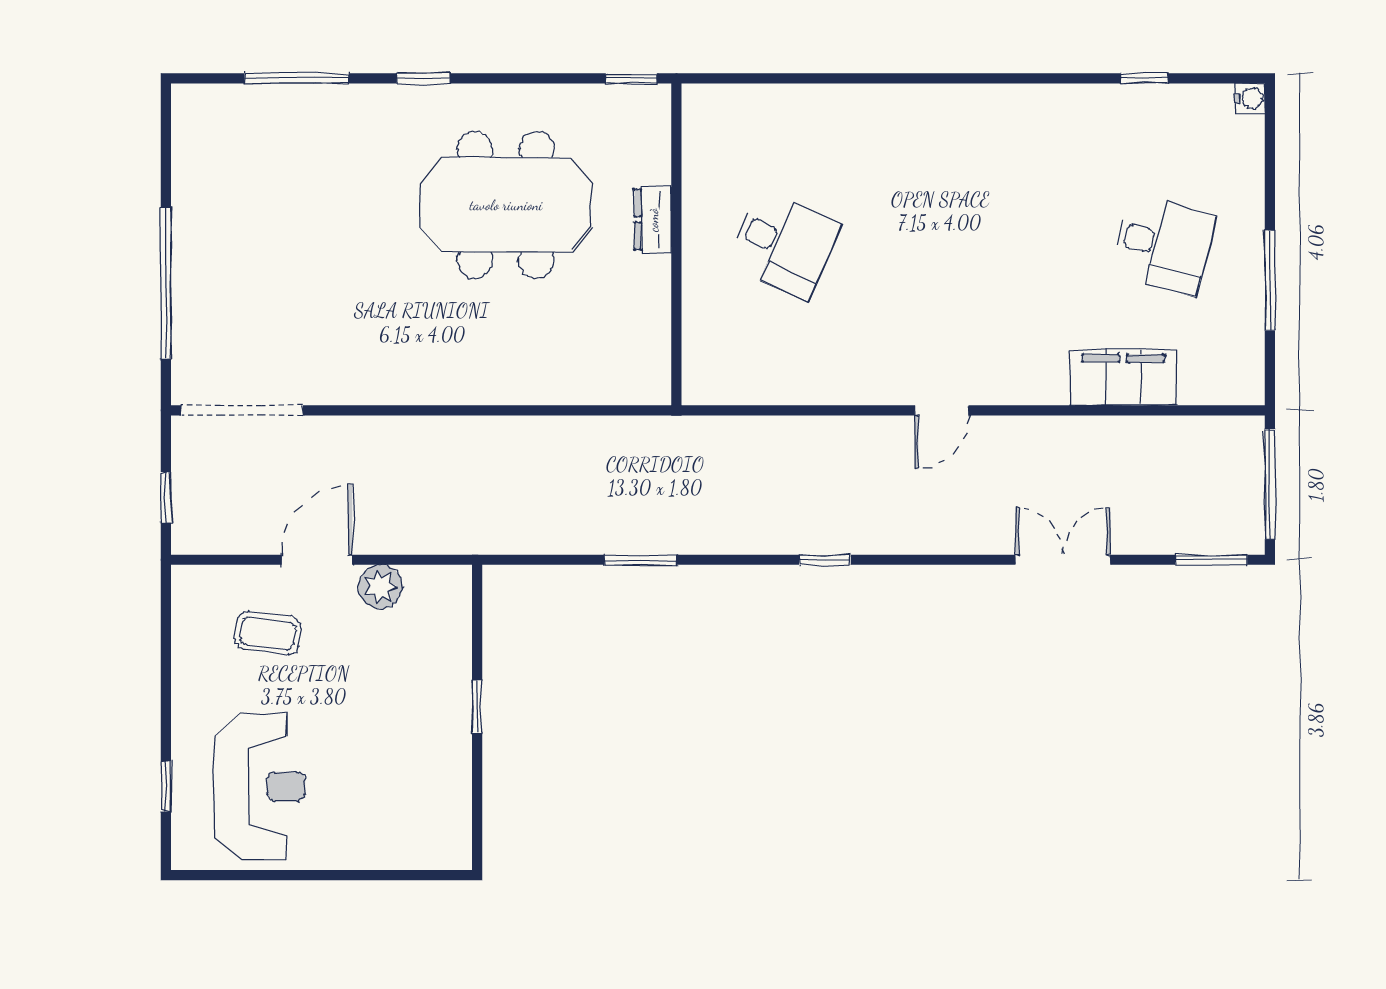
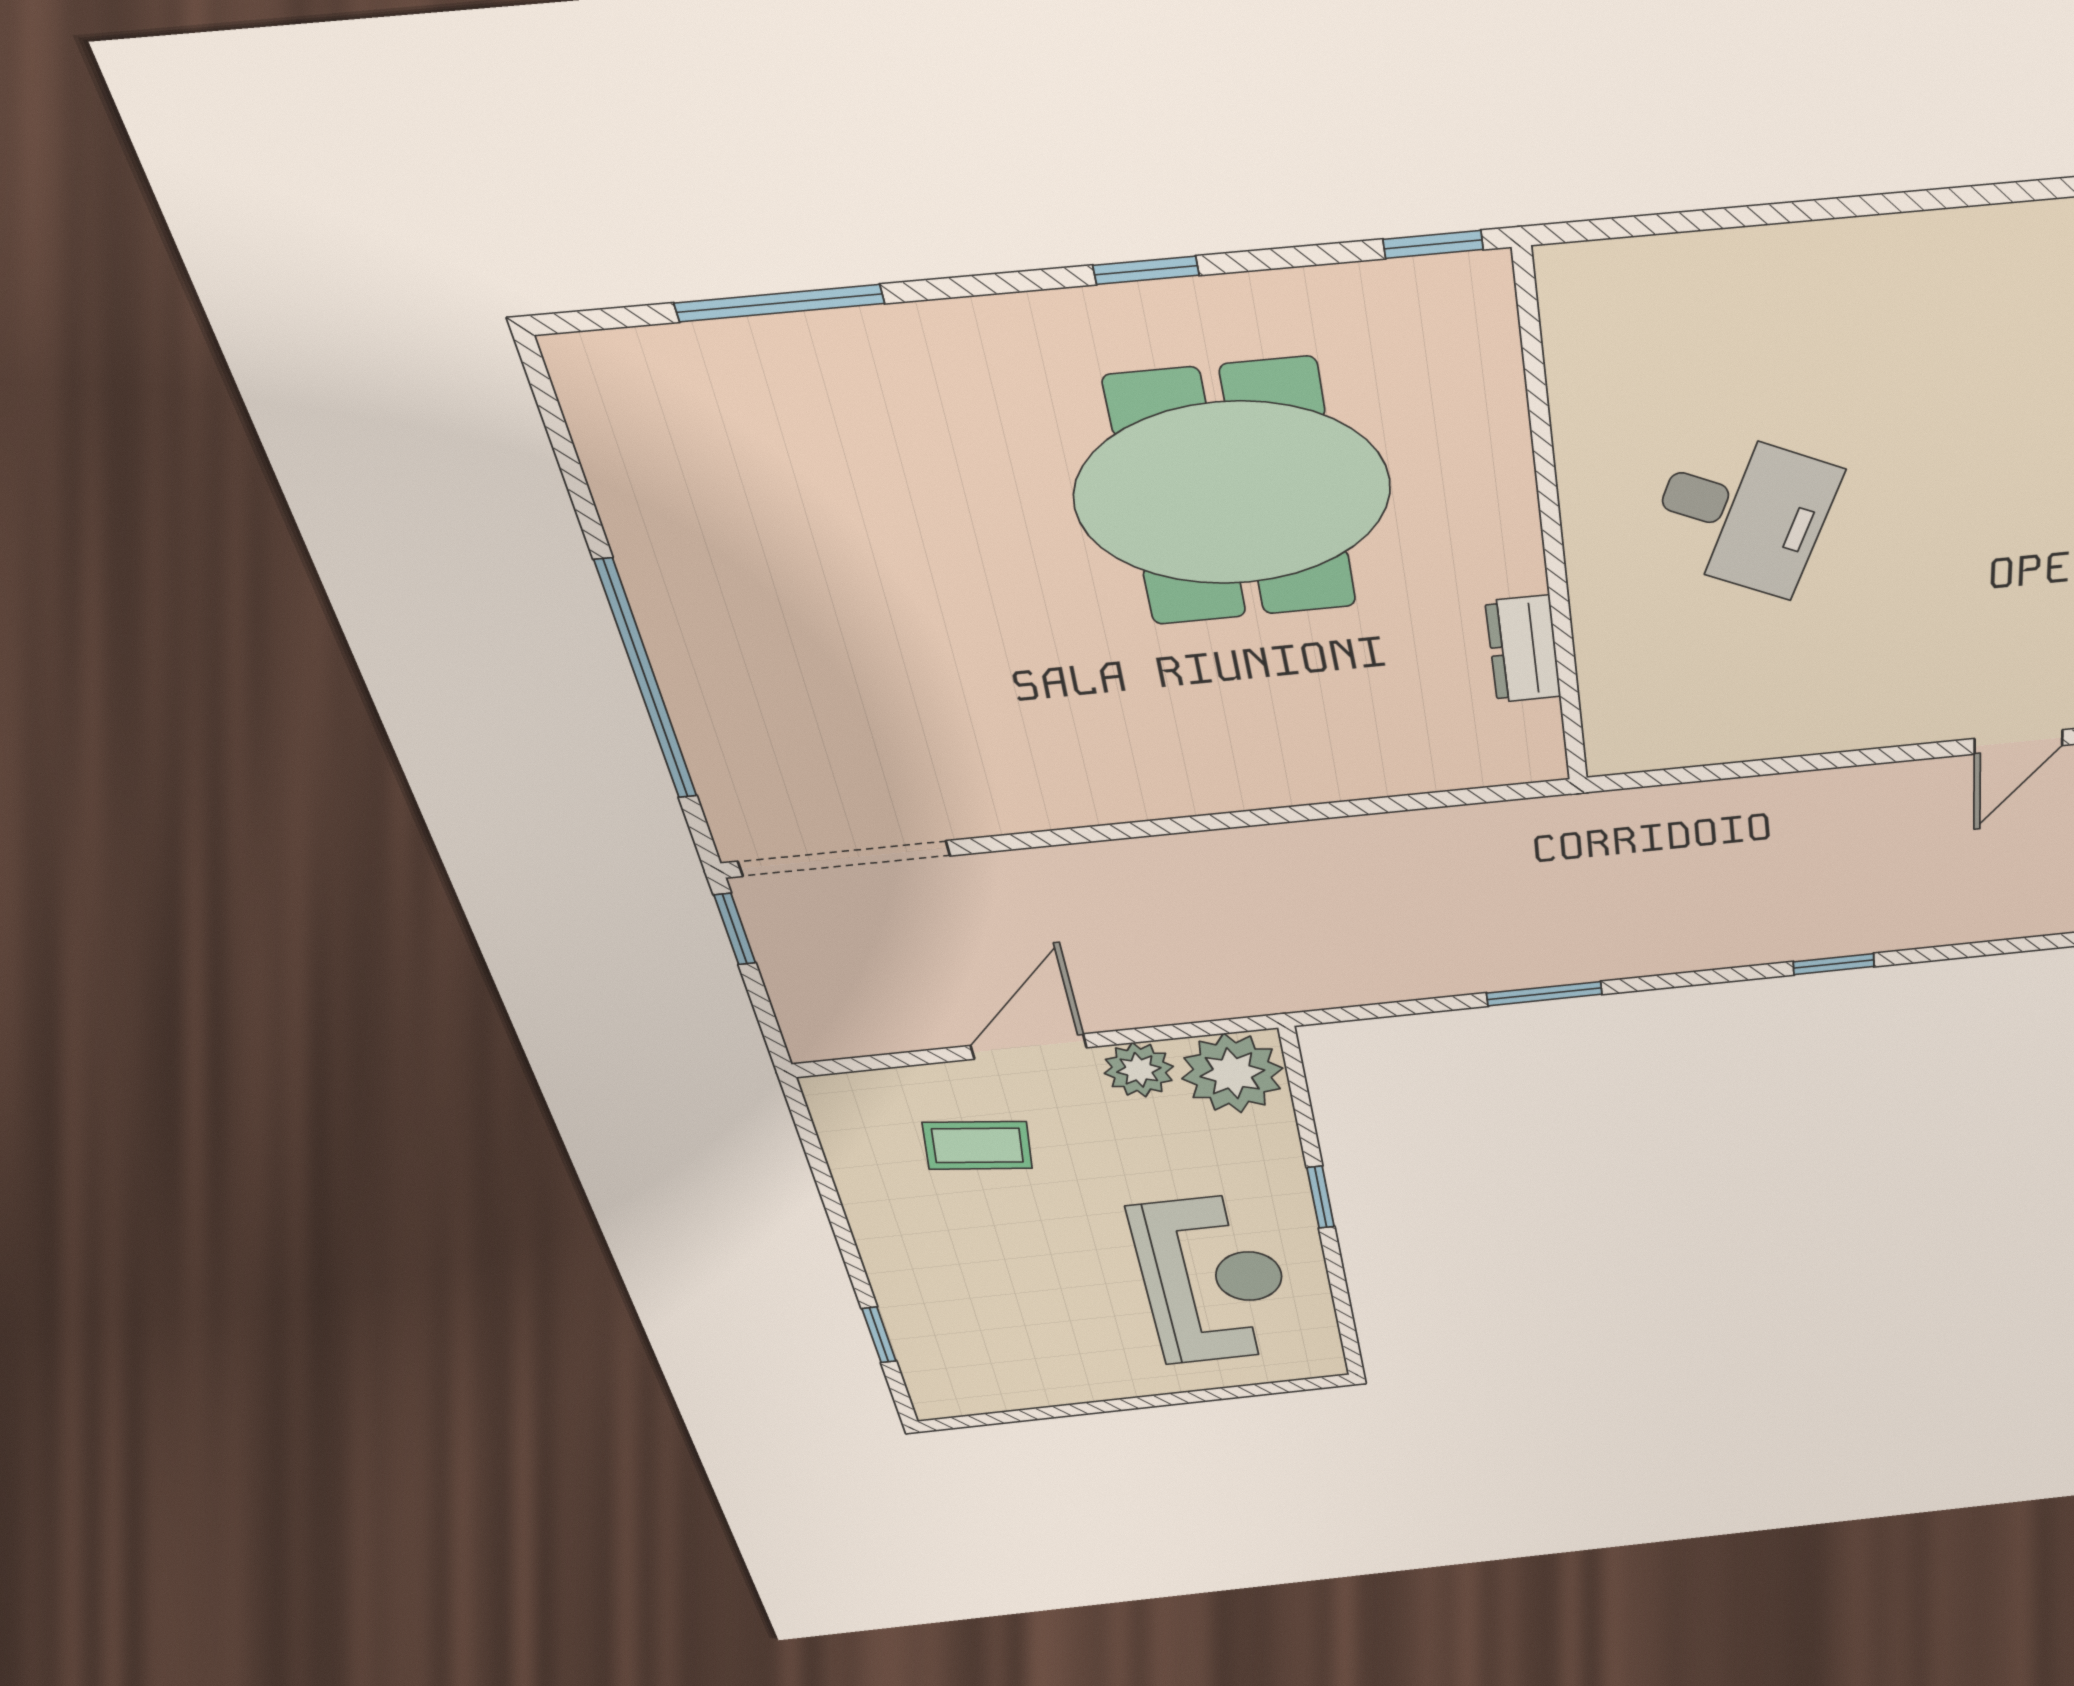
window: (423, 78) -> (1146, 270), moved
dresser: (653, 220) -> (1523, 649), moved
window: (166, 497) -> (735, 929), moved
plant: (438, 597) -> (1232, 1073), added
reception desk: (259, 786) -> (1214, 1280), moved

